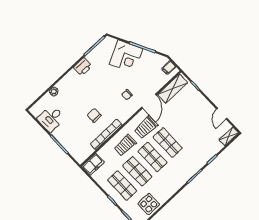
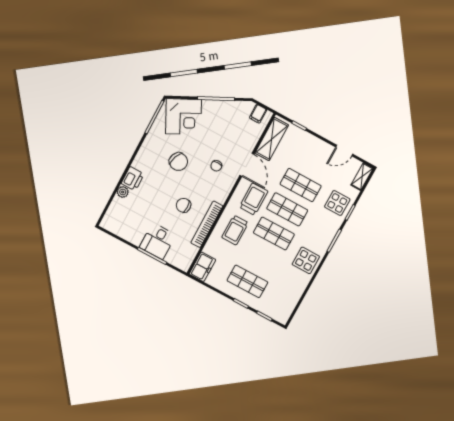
corner desk: (126, 56) -> (183, 117), moved
printer: (83, 67) -> (133, 179), moved
chair: (101, 83) -> (178, 162), added
door: (222, 114) -> (344, 151), hinge flipped
desk: (51, 118) -> (158, 241), moved
trolley: (146, 127) -> (254, 199), turned 180
display table: (205, 150) -> (337, 203), added
shop shelf: (137, 171) -> (301, 185), moved
display table: (149, 204) -> (306, 260), moved

